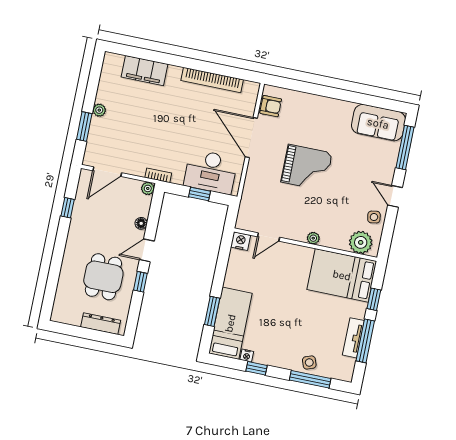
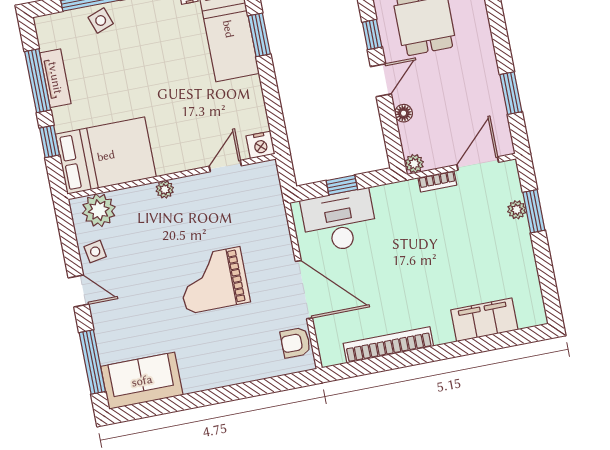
plant: (99, 110) -> (517, 210), moved
bookcase: (158, 175) -> (437, 181), moved
window: (68, 208) -> (511, 93), width x1.50

